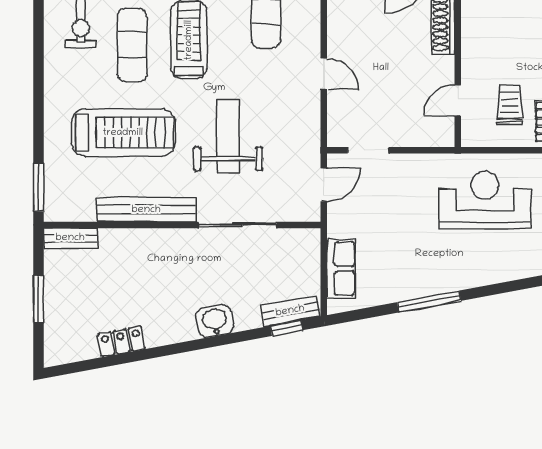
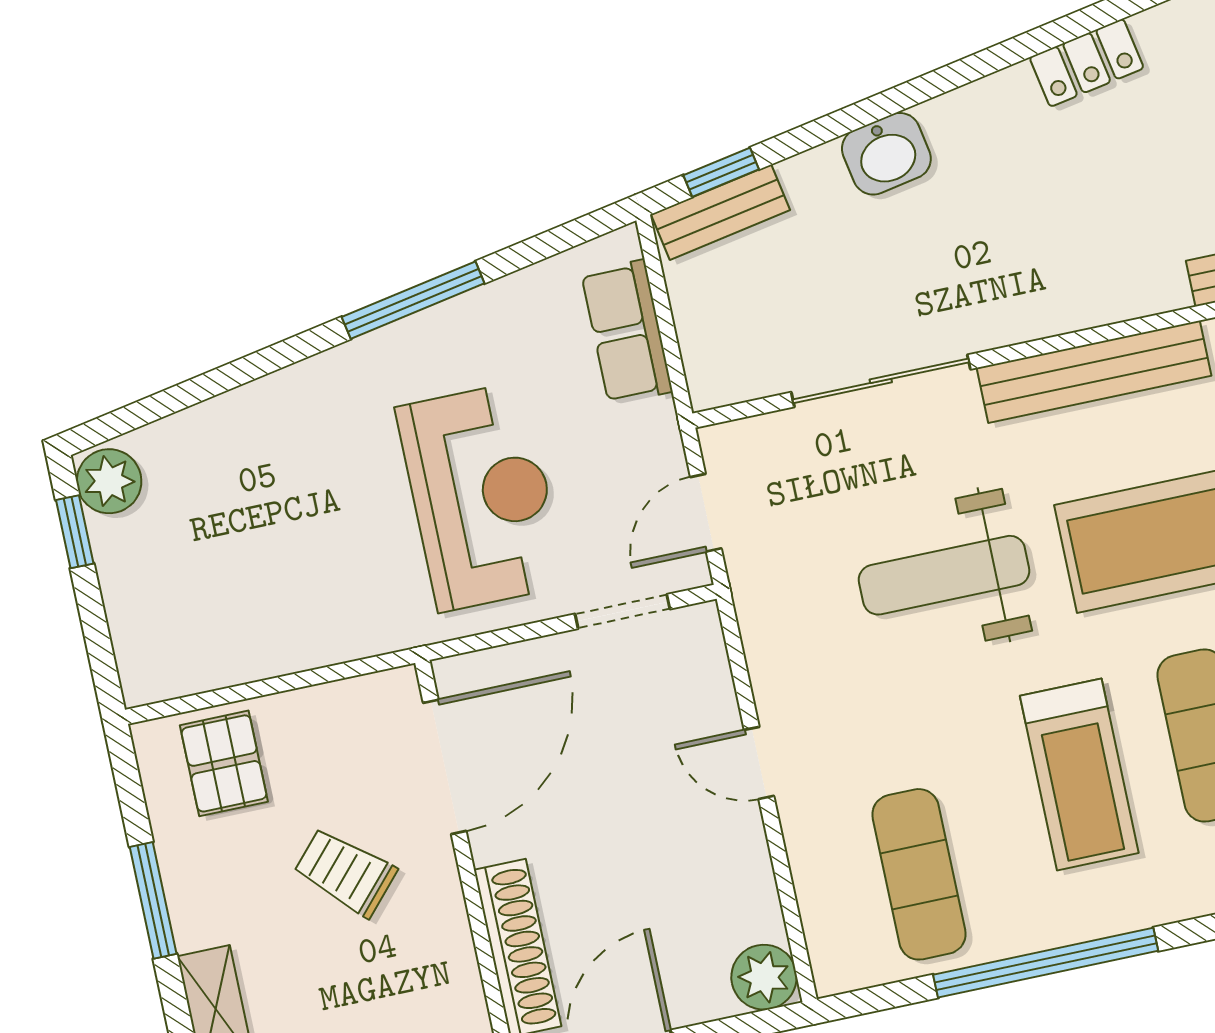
door: (458, 100) -> (445, 767), width x1.88
trolley: (510, 105) -> (345, 872), moved, turned 132
weight bench: (228, 137) -> (944, 575), turned 90
reception desk: (485, 200) -> (481, 497), moved, turned -90

